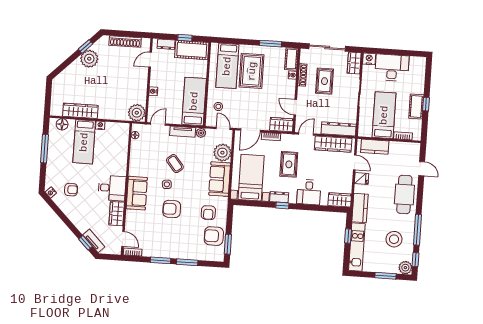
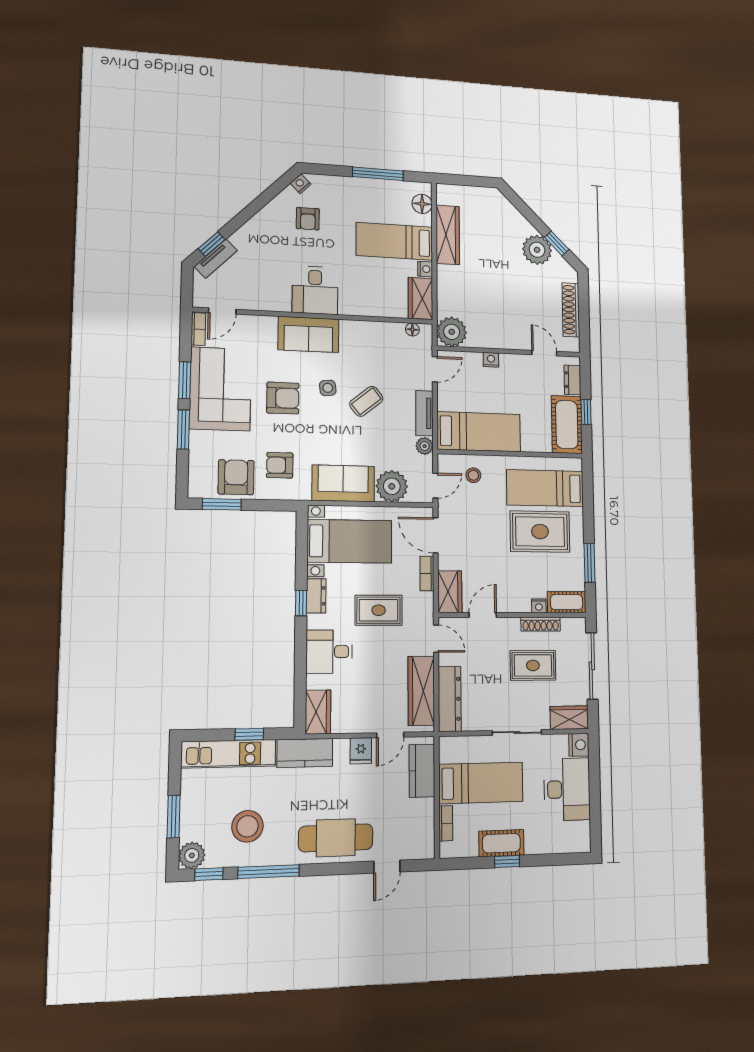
door: (158, 124) -> (435, 369), hinge flipped
armchair: (172, 209) -> (283, 398), turned 90
wardrobe: (117, 214) -> (420, 298), moved, turned -90
corner sofa: (166, 242) -> (220, 389), added

